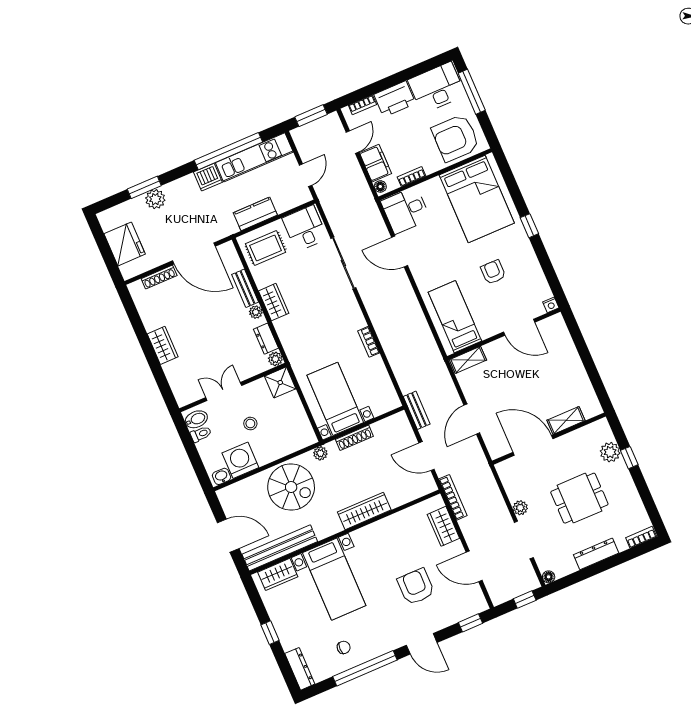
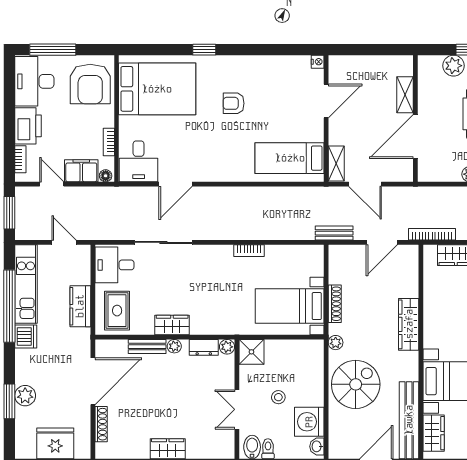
nightstand: (551, 305) -> (318, 62), moved
bed: (455, 317) -> (290, 158), moved
door: (519, 327) -> (326, 101), moved
wall: (504, 334) -> (326, 119), moved
shelving: (468, 360) -> (336, 163), moved

